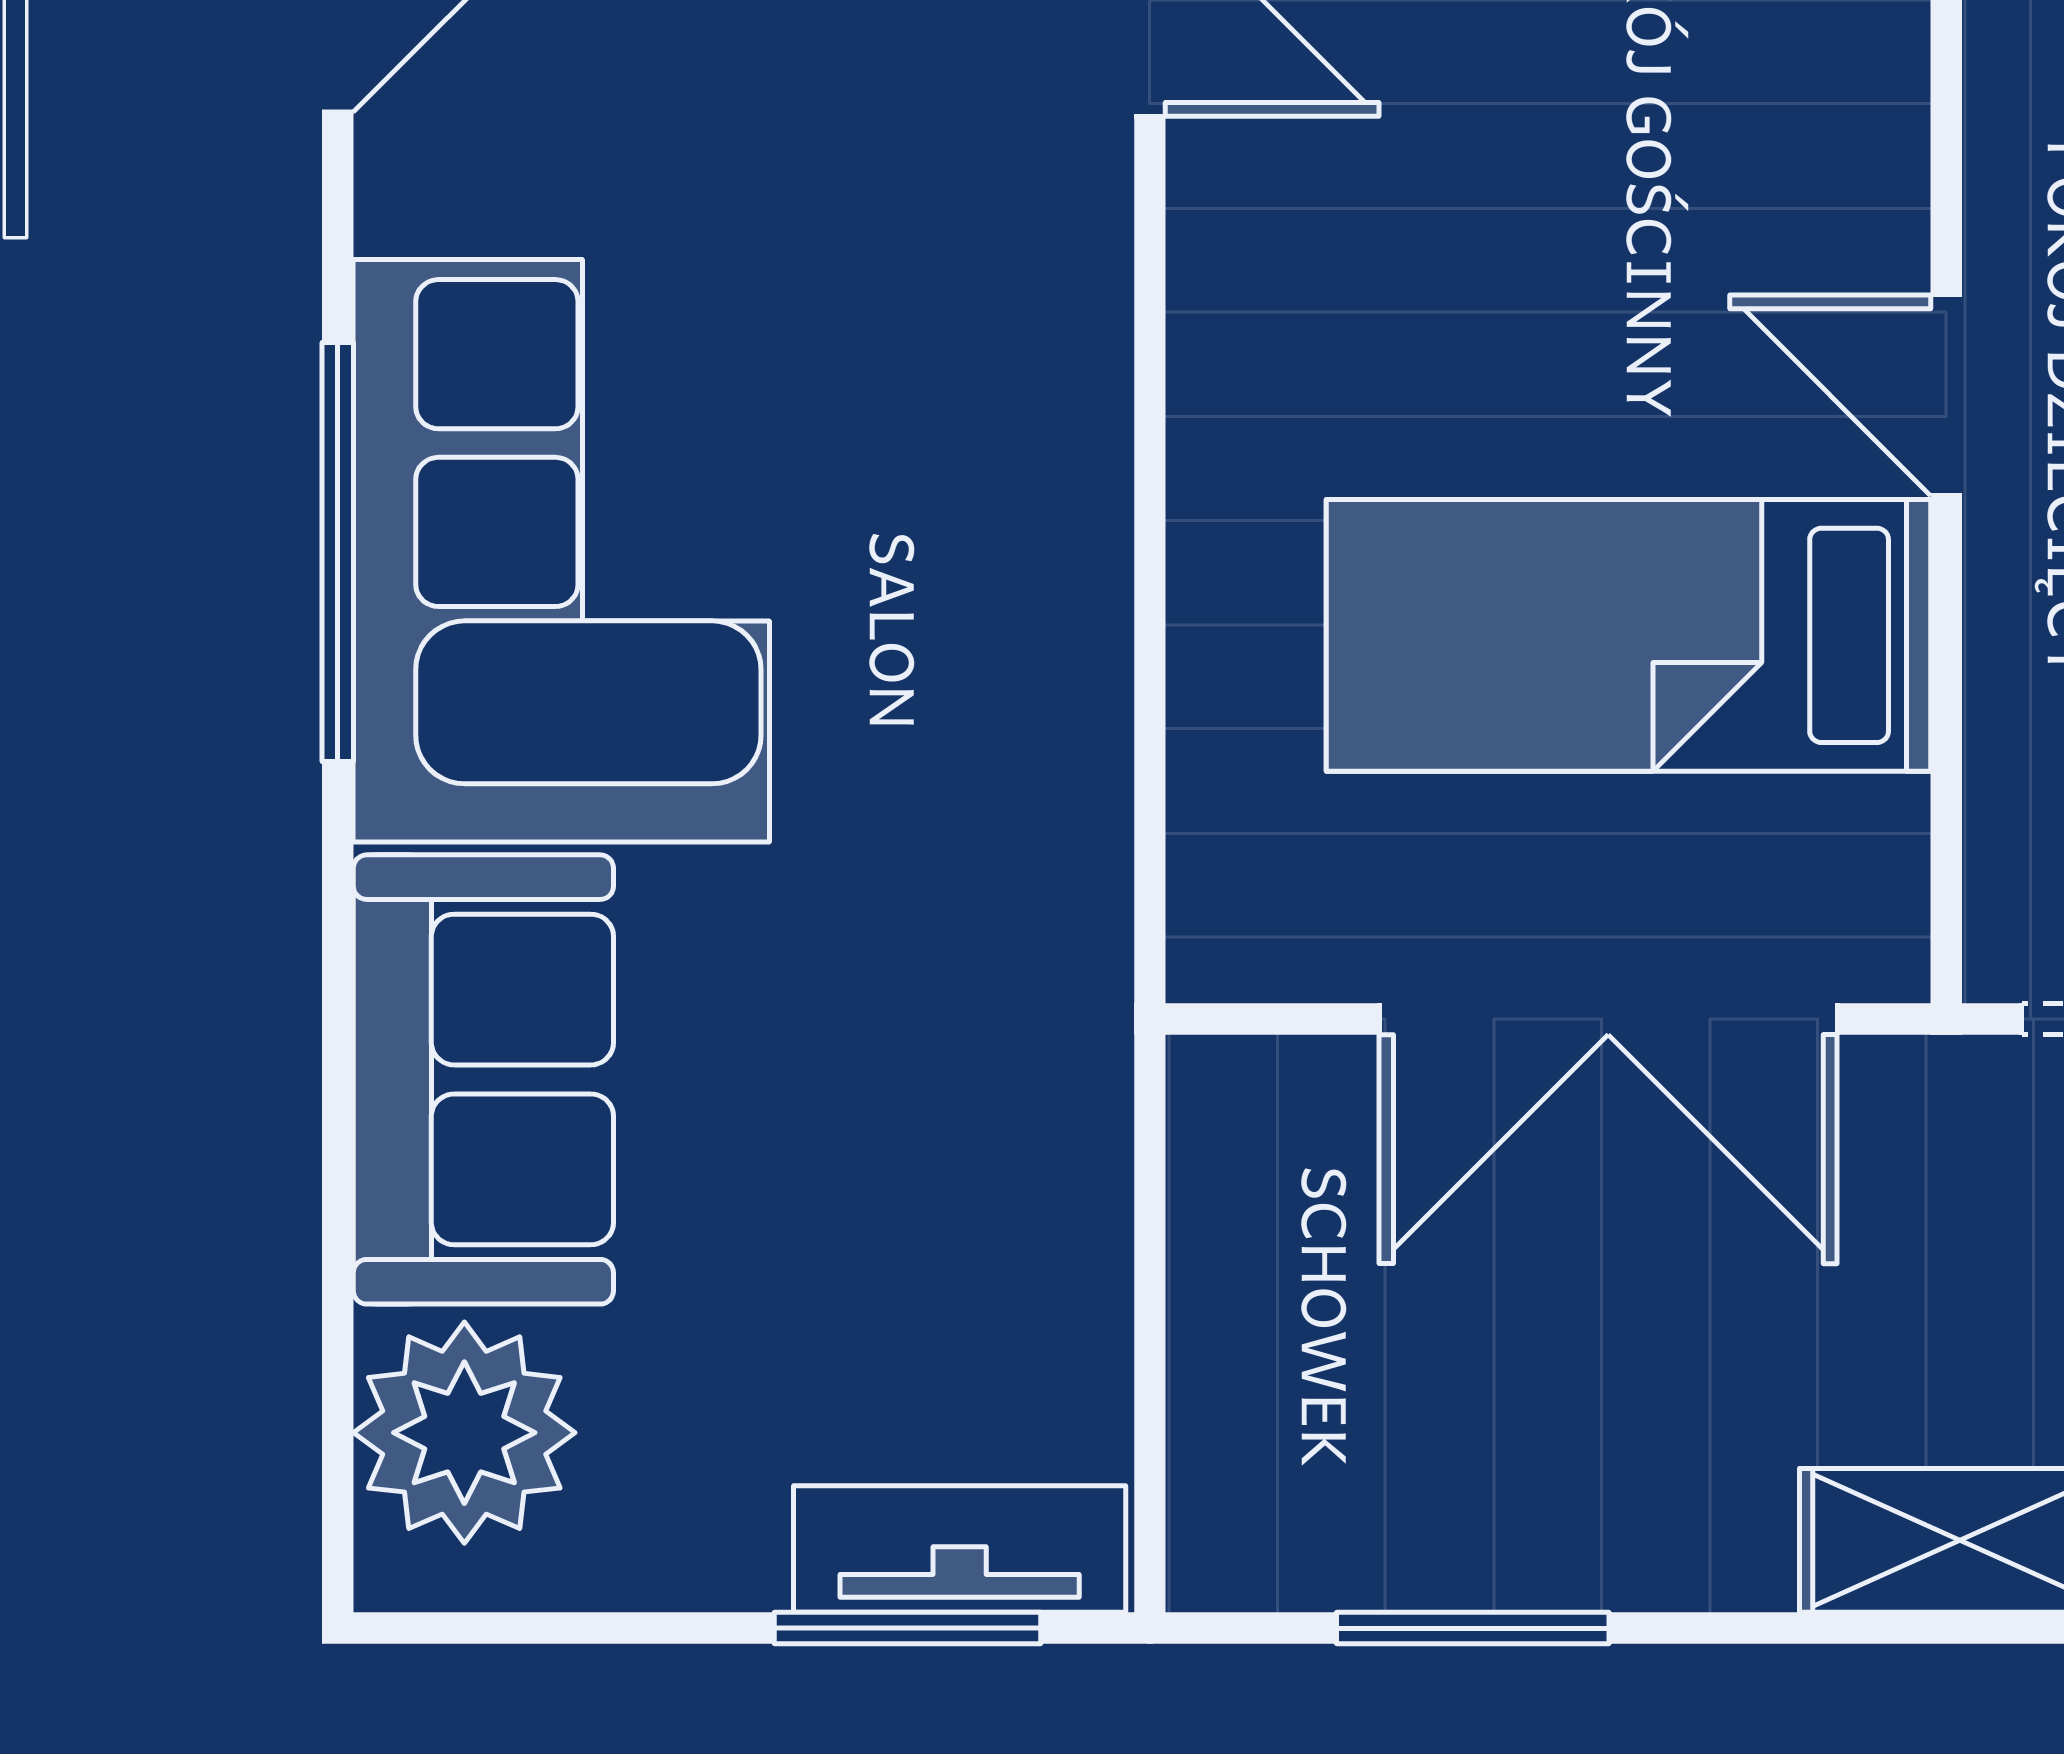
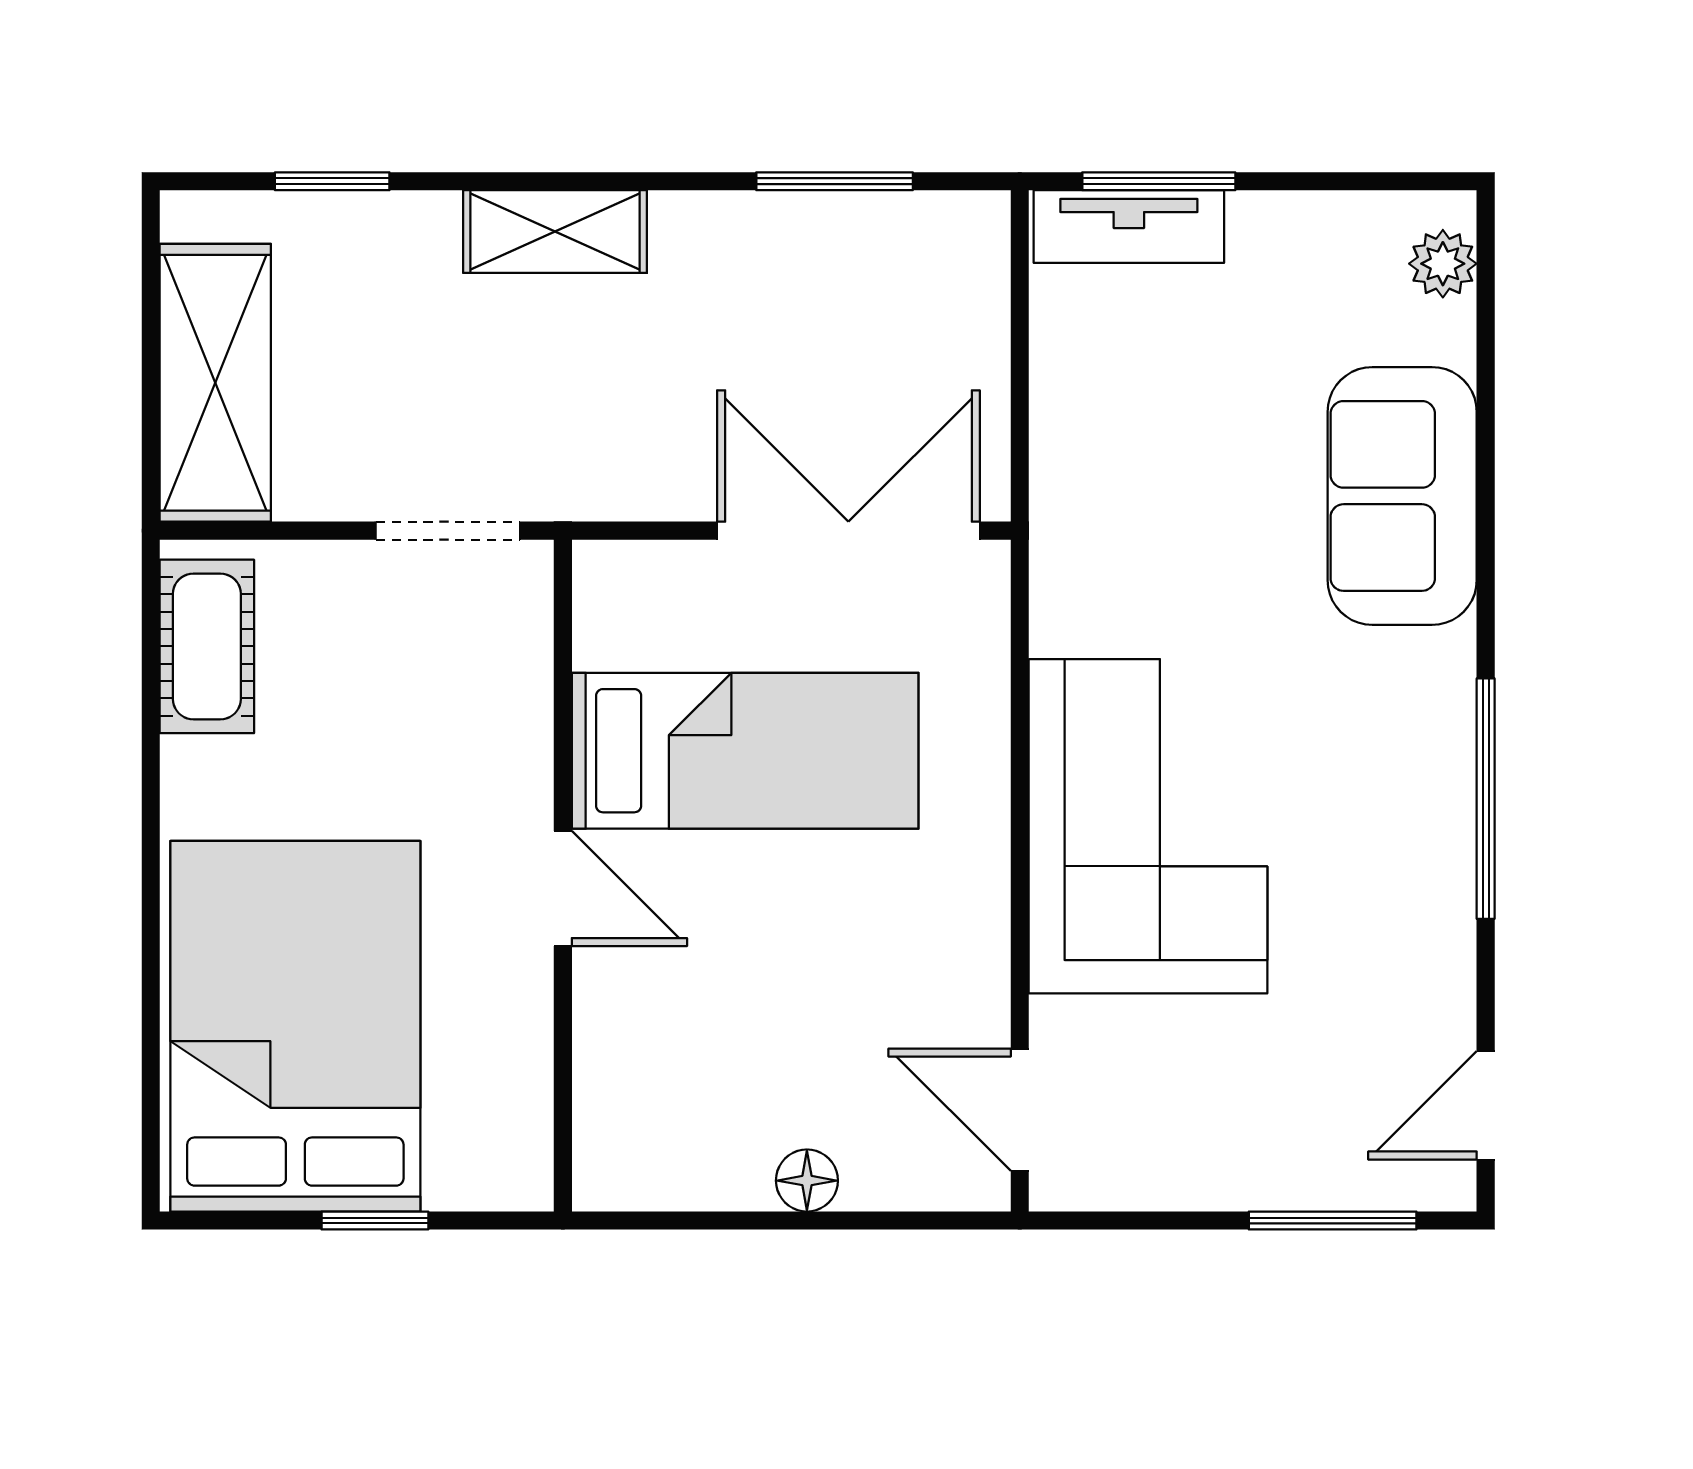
corner sofa: (561, 551) -> (1148, 826), moved, turned 180
double door: (1608, 1019) -> (848, 531), moved
plant: (464, 1433) -> (1443, 264), width x0.53, depth x0.53

